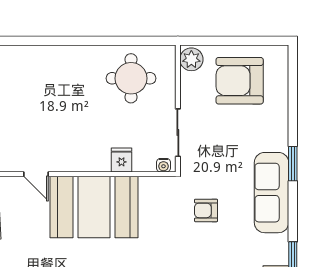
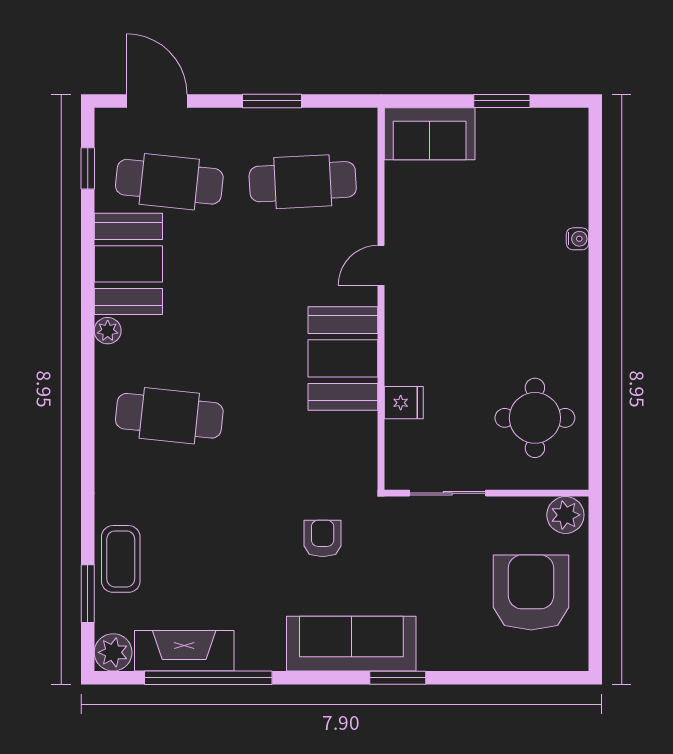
water cooler: (163, 165) -> (578, 239), moved, turned 180
booth: (94, 207) -> (343, 358), width x0.73, depth x0.70

